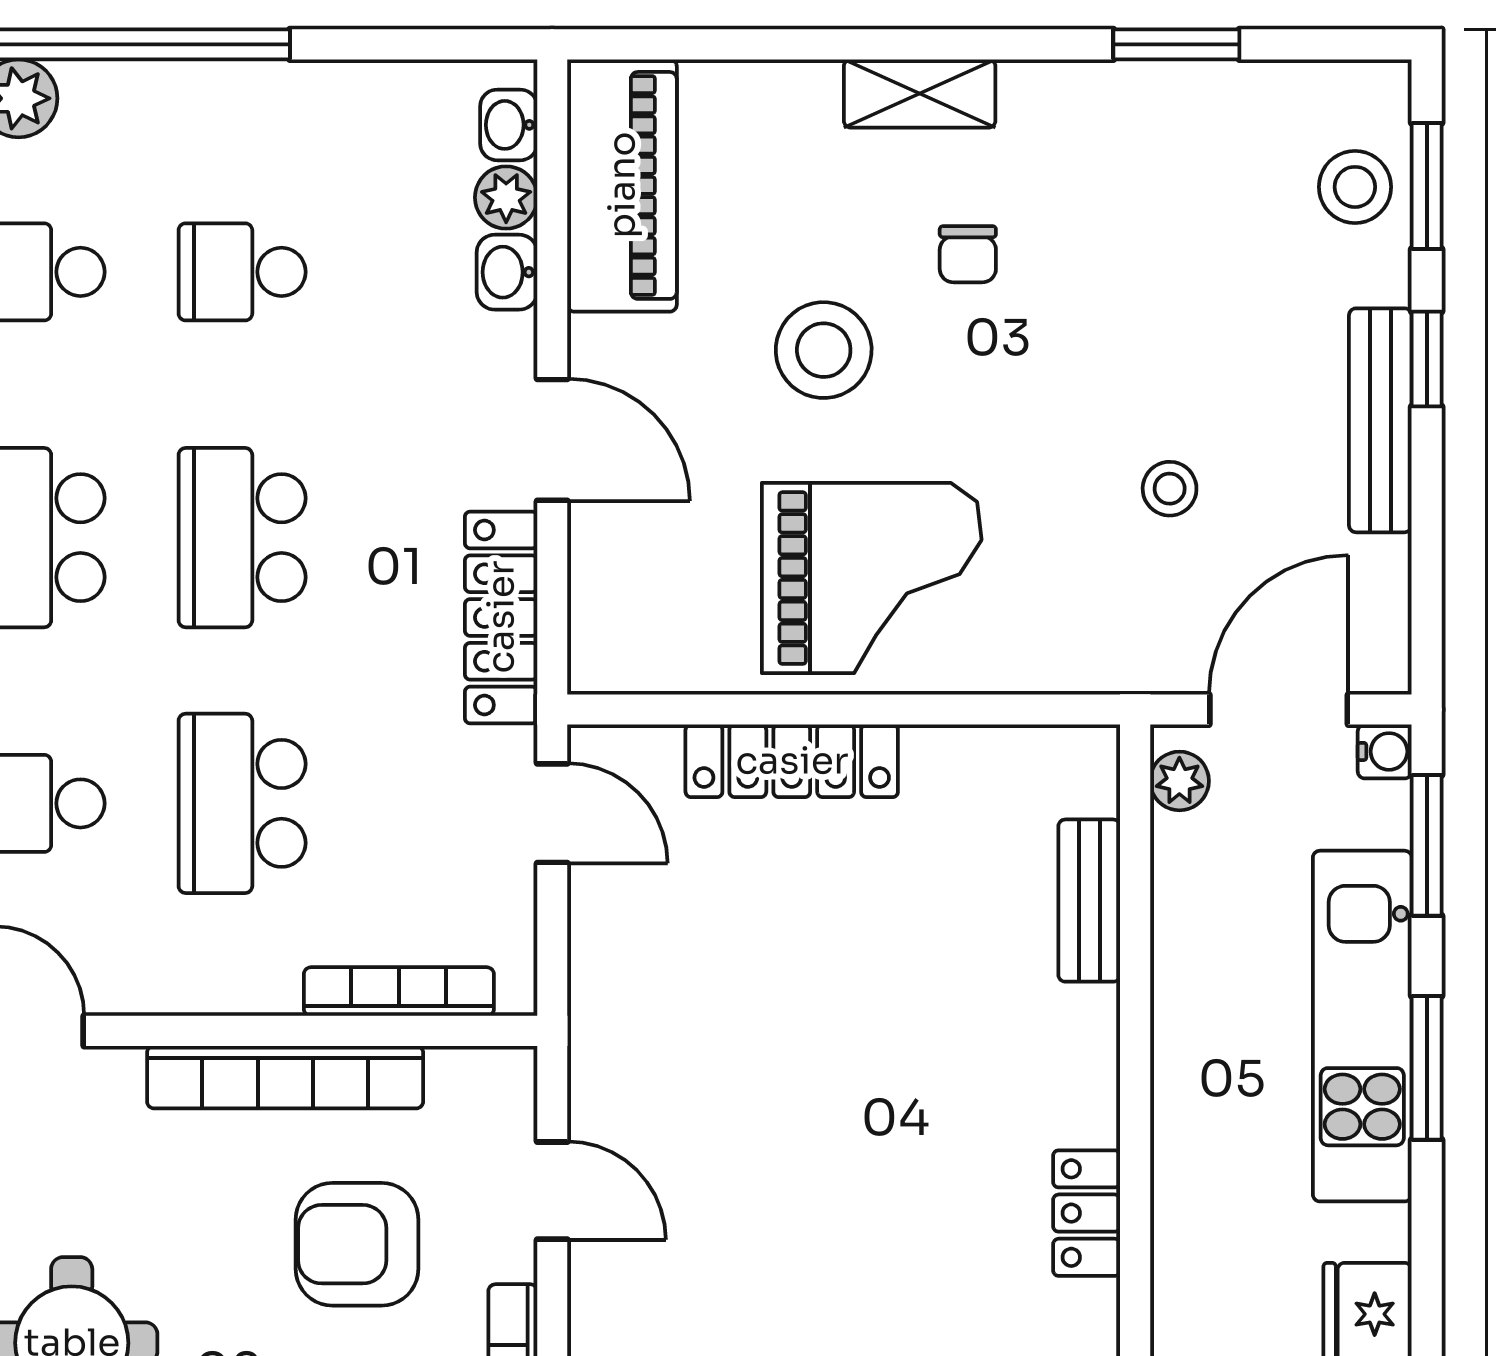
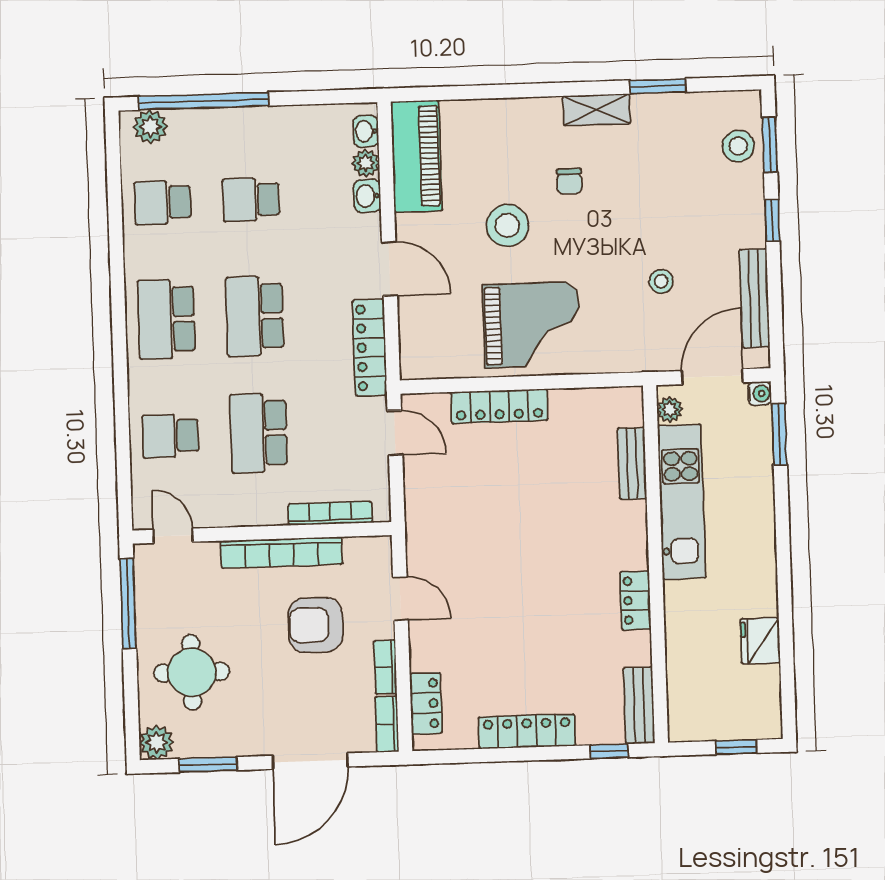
shelving: (920, 93) -> (597, 110), moved
bench: (1380, 420) -> (754, 298), moved
kitchen unit: (1362, 1026) -> (682, 502), moved, turned 180
window: (1427, 1068) -> (783, 532), removed

